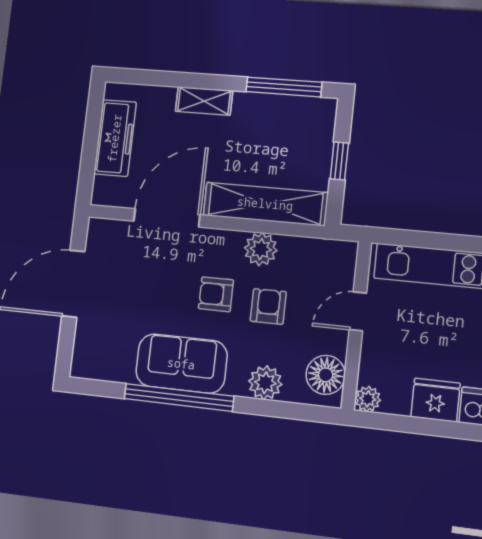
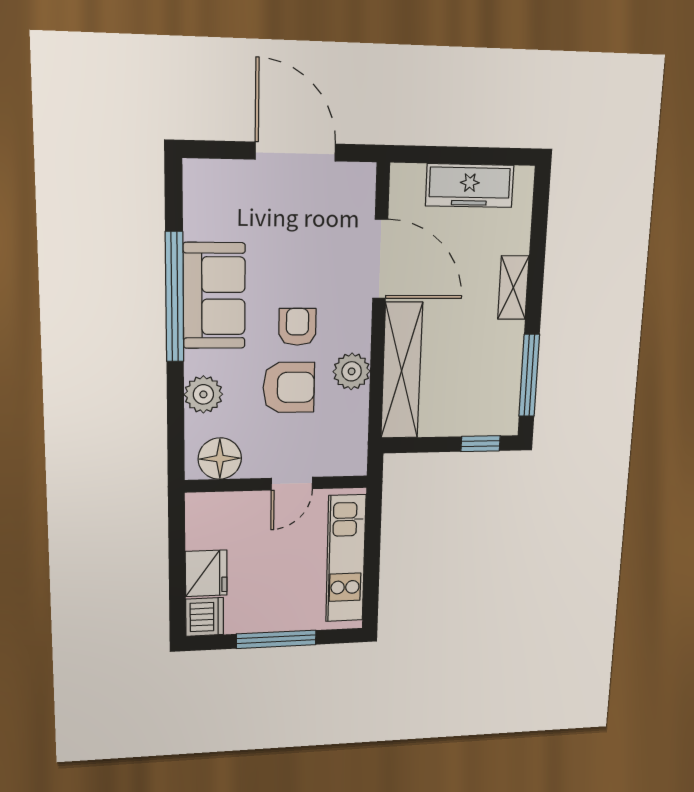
window: (339, 161) -> (481, 444), moved
armchair: (268, 306) -> (289, 387), width x1.38, depth x1.38
door: (358, 311) -> (292, 484), swing flipped
plant: (368, 399) -> (199, 506), removed

